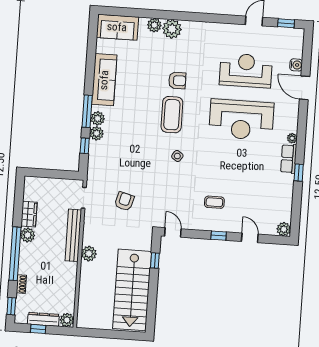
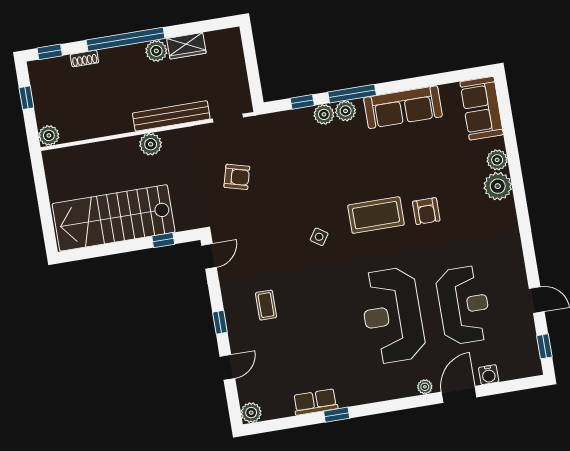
plant: (292, 138) -> (425, 387), moved
row of seats: (289, 159) -> (315, 402), moved
dresser: (43, 319) -> (42, 102), removed

